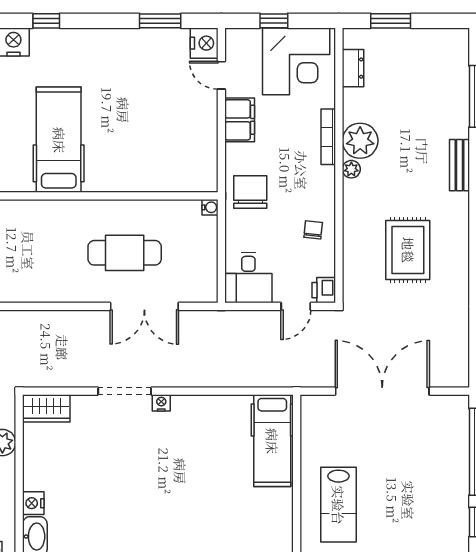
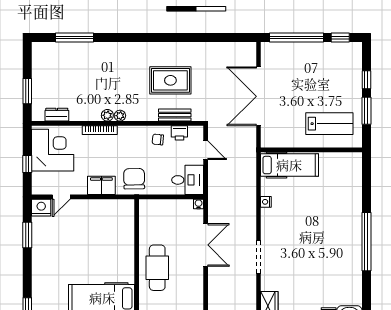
filing cabinet: (240, 120) -> (101, 185), moved
plant: (360, 141) -> (107, 115), width x0.53, depth x0.53
bench: (459, 165) -> (175, 115), moved
chair: (250, 192) -> (134, 179), turned 89
water cooler: (210, 207) -> (199, 204), moved
cafe table: (125, 253) -> (157, 268), moved
printer: (324, 290) -> (179, 133), moved
nightstand: (161, 403) -> (266, 202), moved

